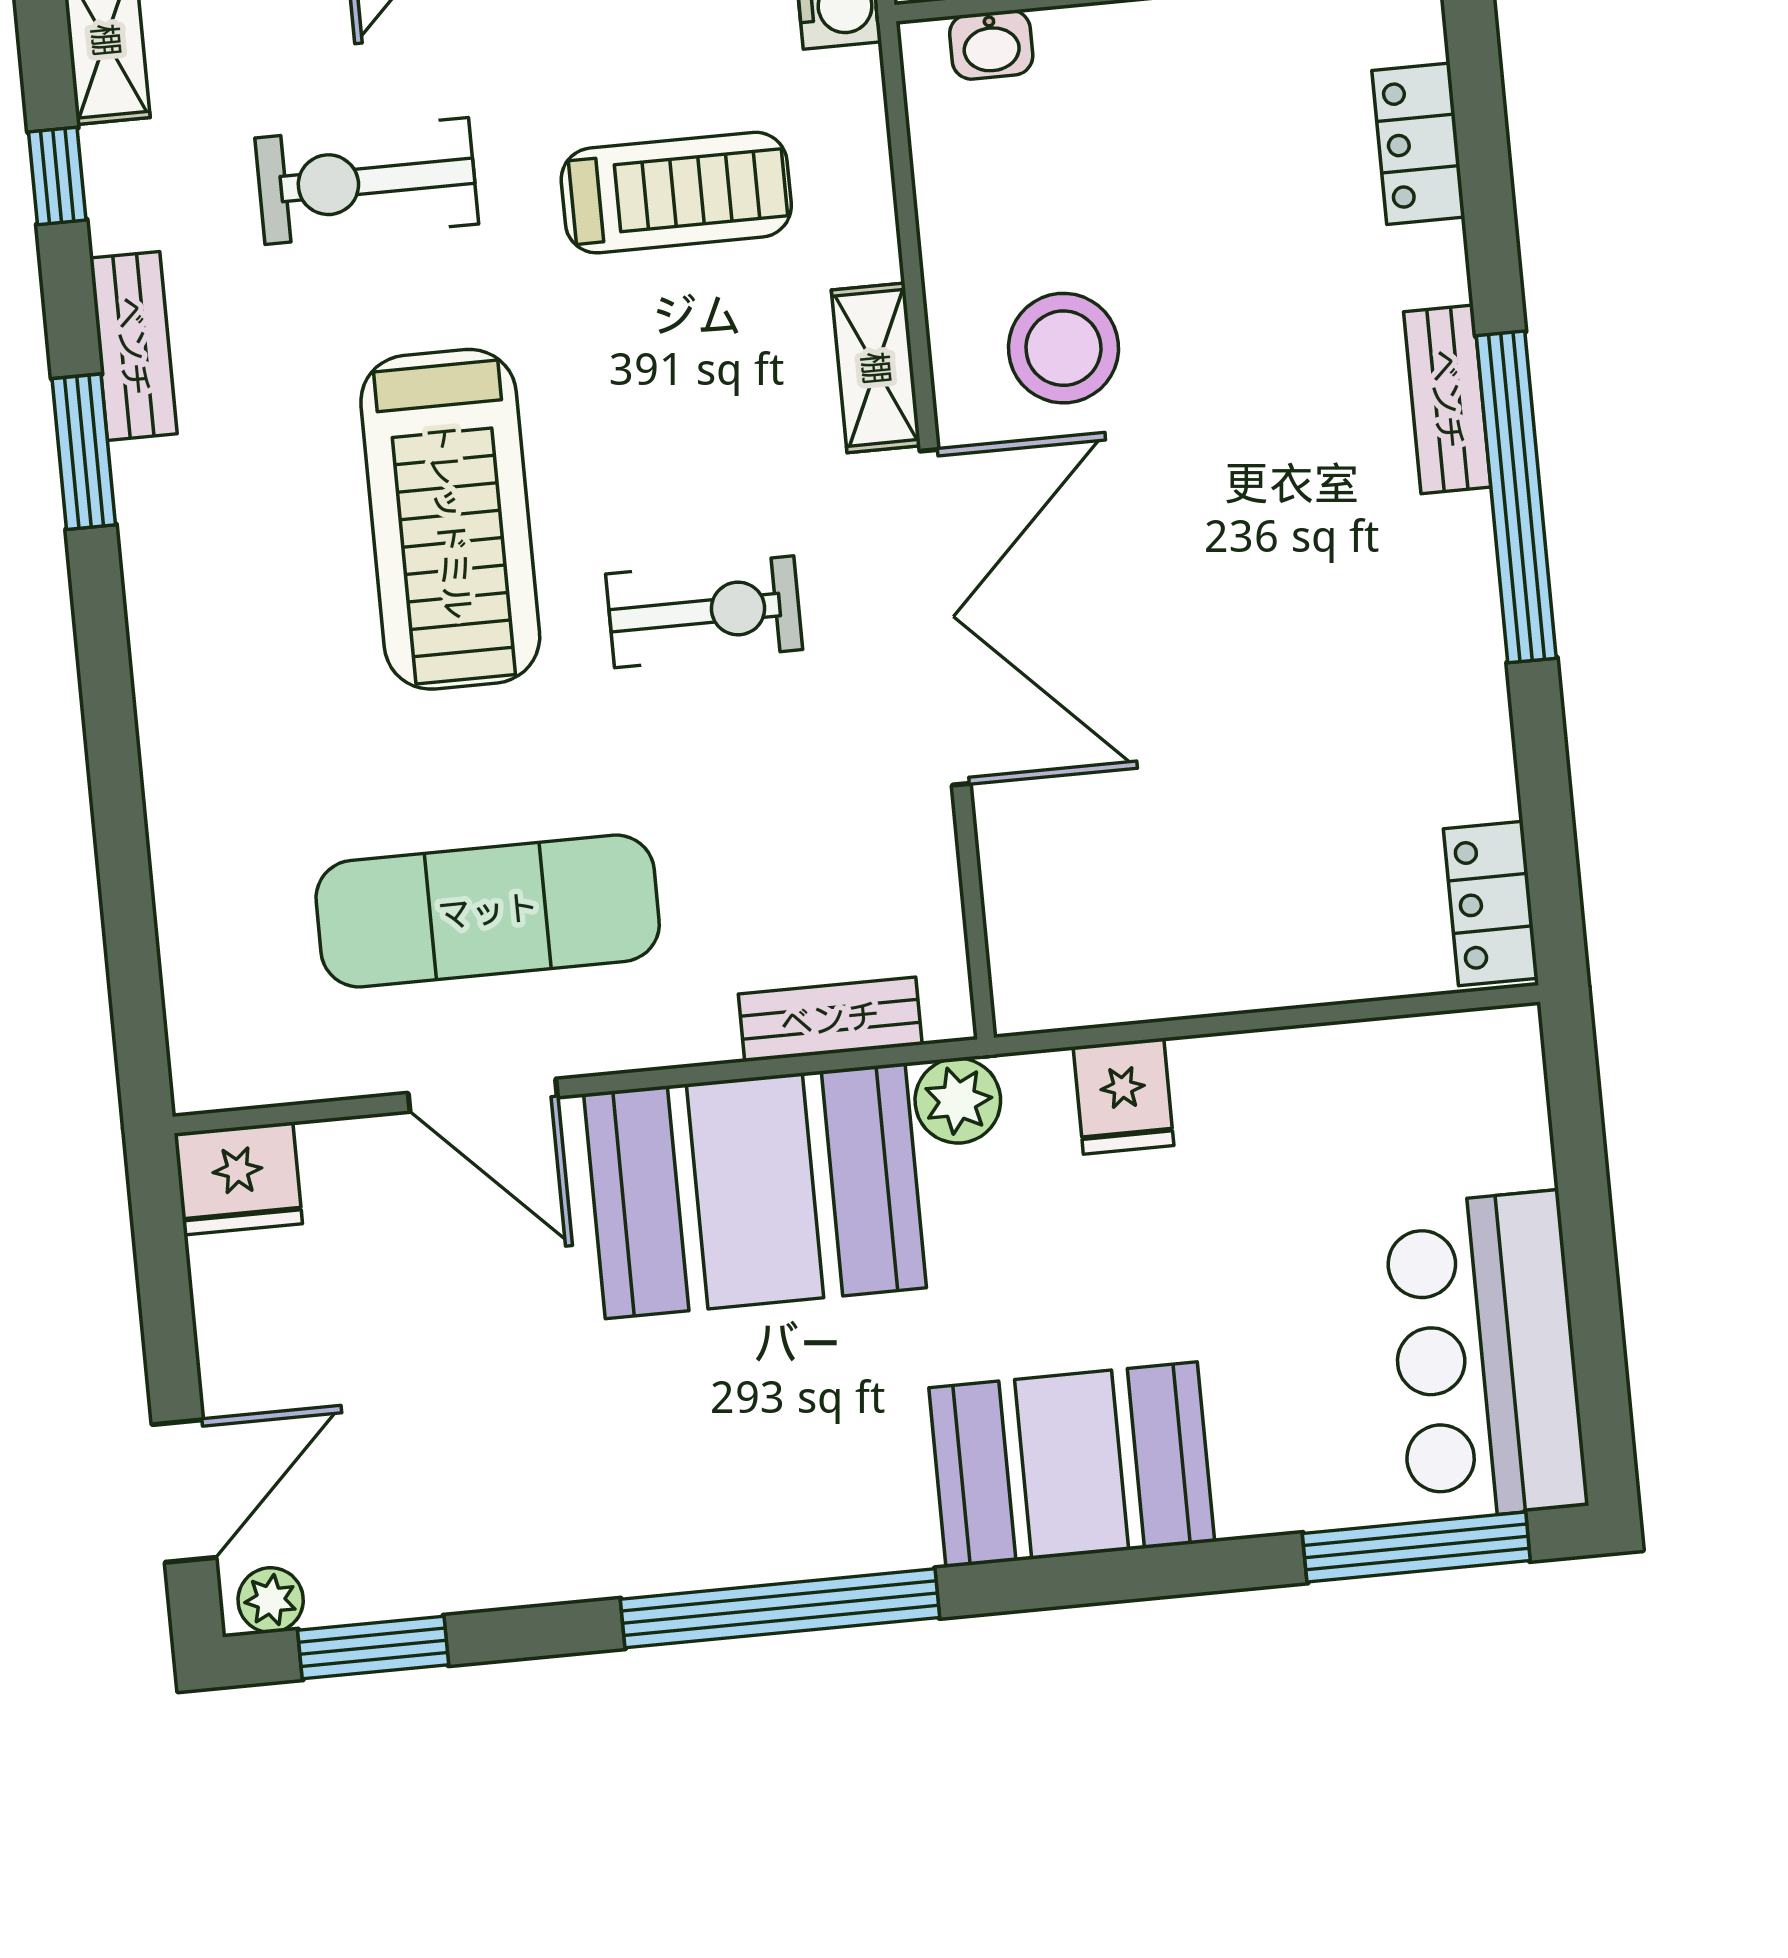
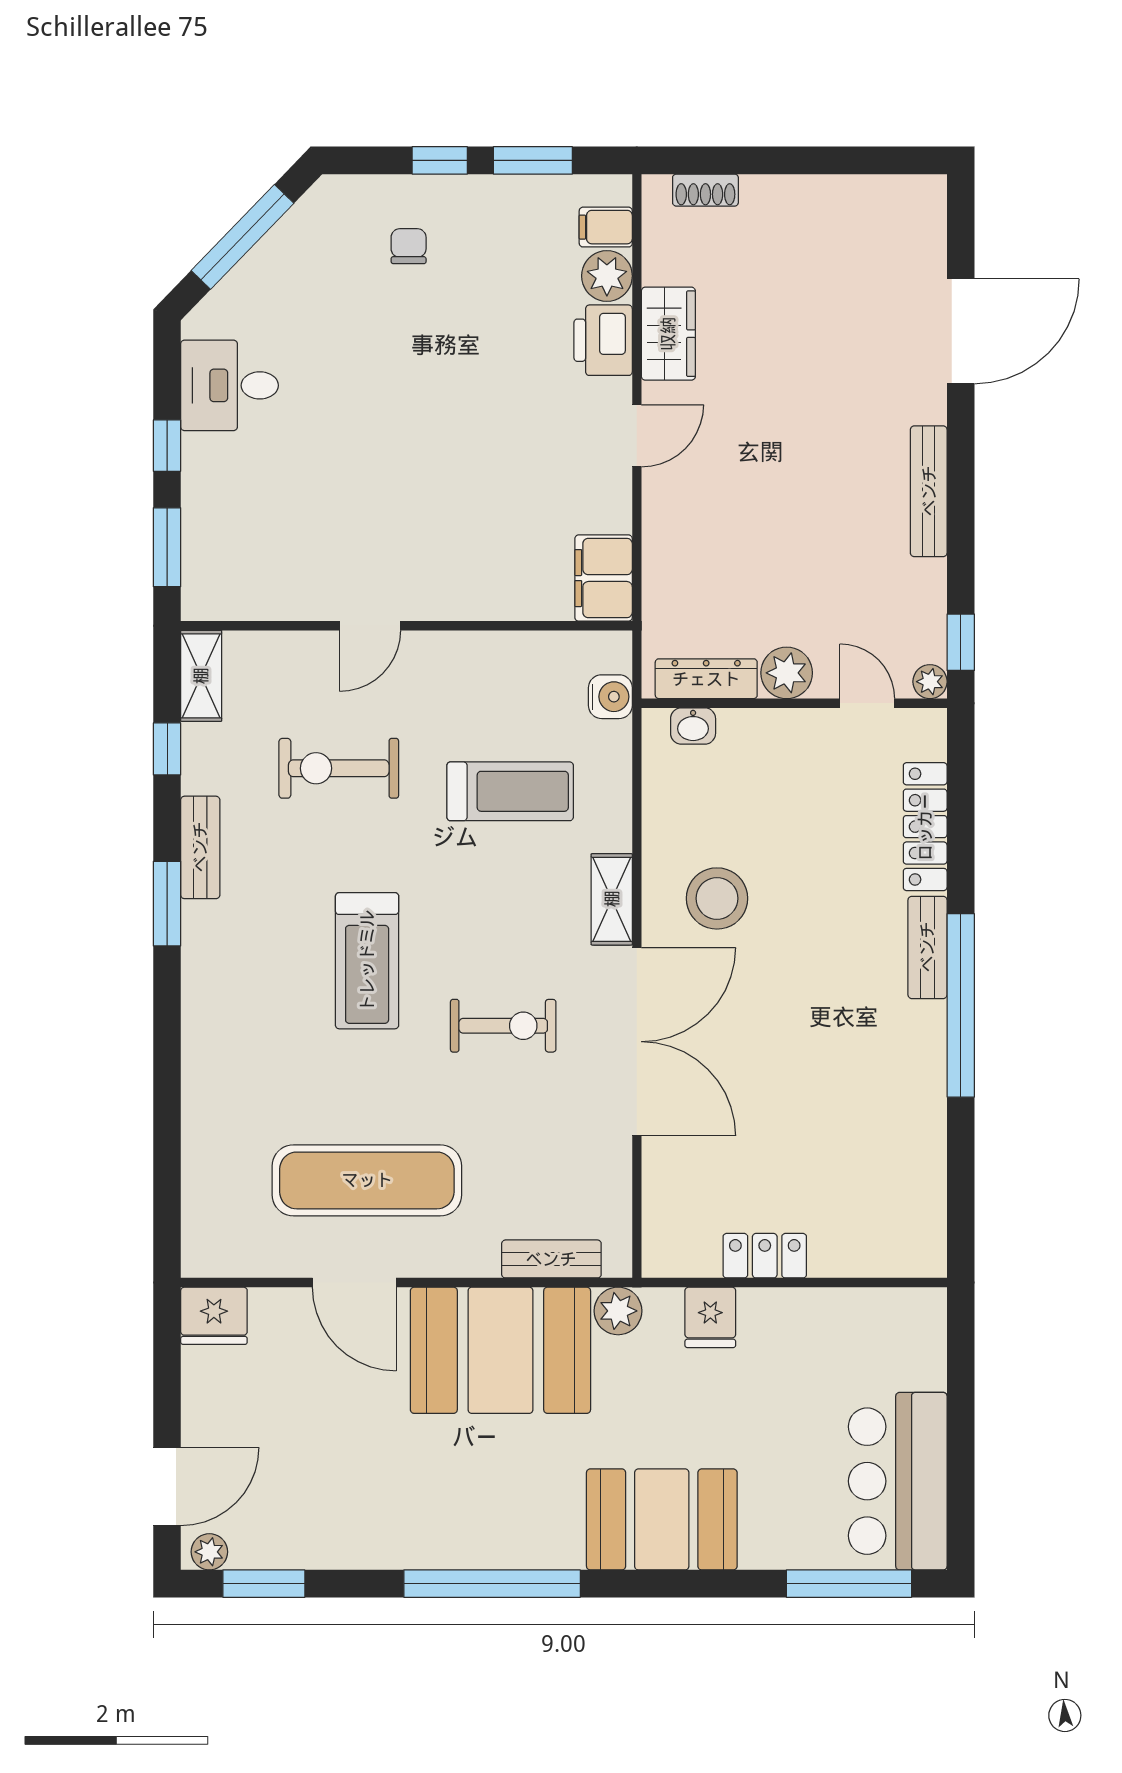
locker: (1418, 144) -> (925, 827), width x1.53
treadmill: (450, 519) -> (367, 961), width x0.73, depth x0.73
locker: (1491, 903) -> (765, 1256), moved, turned 90

